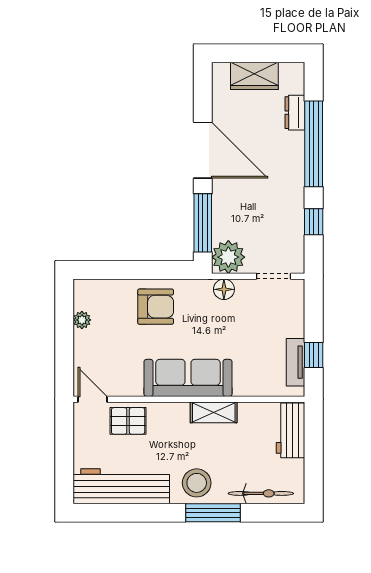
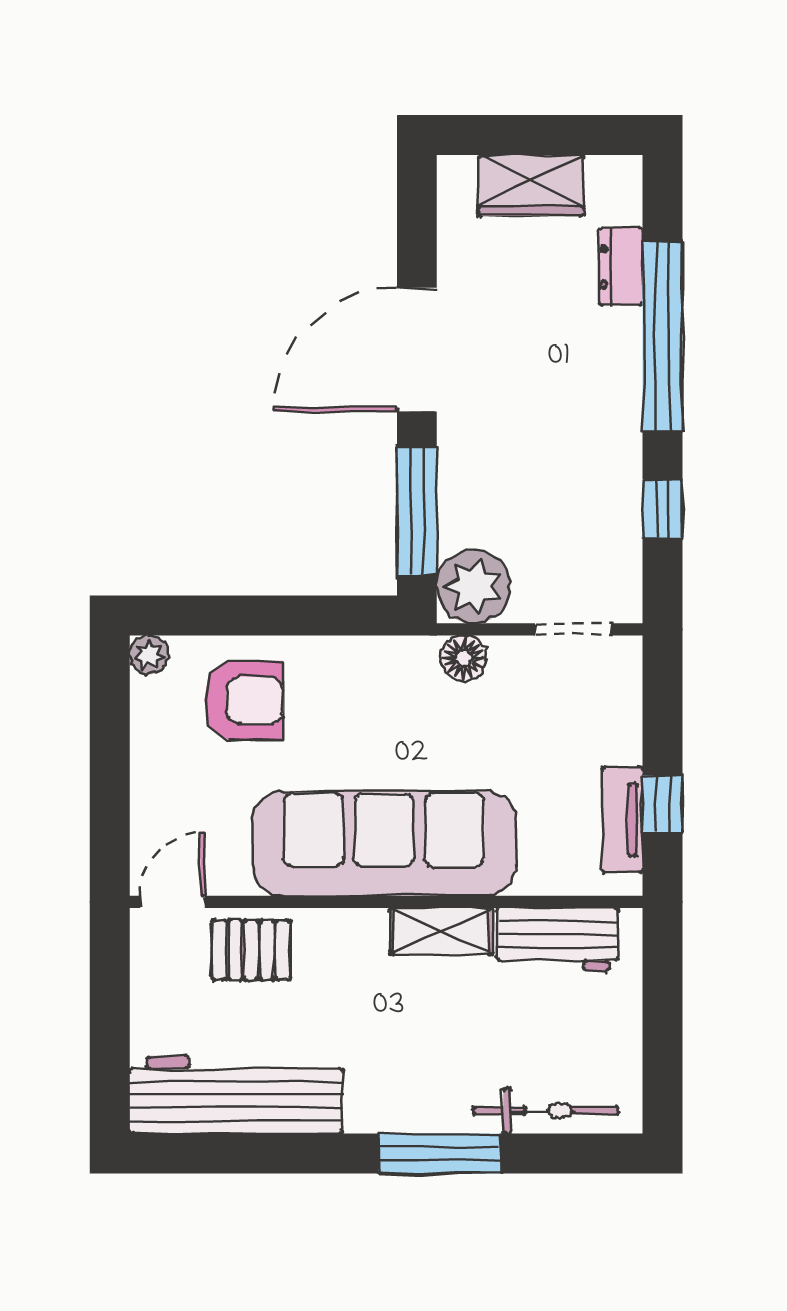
door: (203, 150) -> (417, 350), swing flipped
armchair: (156, 307) -> (244, 700), moved
plant: (82, 320) -> (149, 655), moved
sofa: (188, 378) -> (384, 843), width x1.36, depth x1.27
door: (93, 399) -> (172, 902), hinge flipped
workbench: (290, 430) -> (558, 939), moved, turned -90
stool: (197, 483) -> (403, 1087), removed

